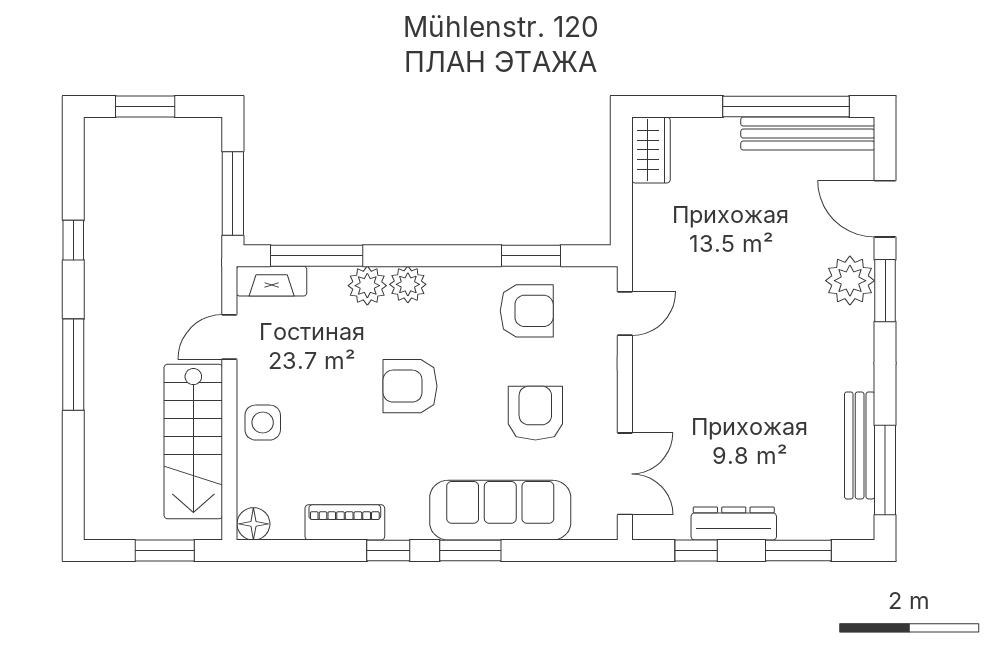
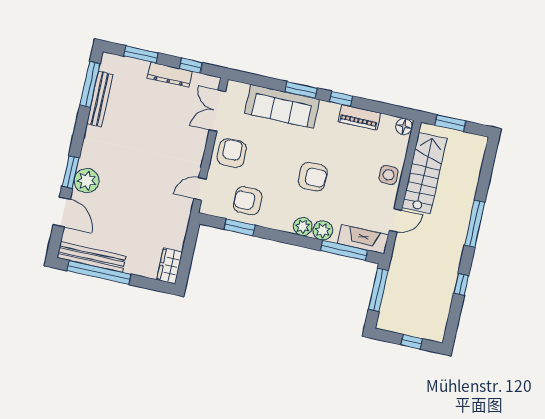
window: (145, 107) -> (412, 342), width x0.67
fireplace: (272, 281) -> (363, 239), width x1.37, depth x1.32
armchair: (535, 413) -> (232, 153), moved, turned 180

